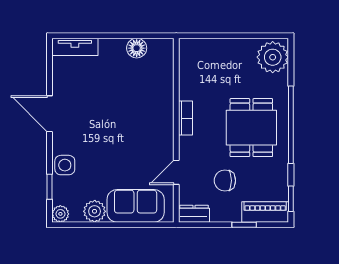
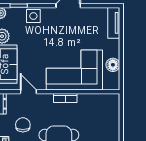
corner sofa: (144, 105) -> (74, 70), added

